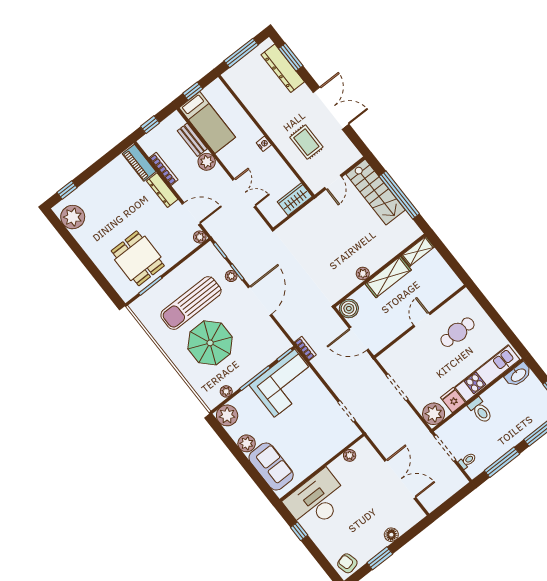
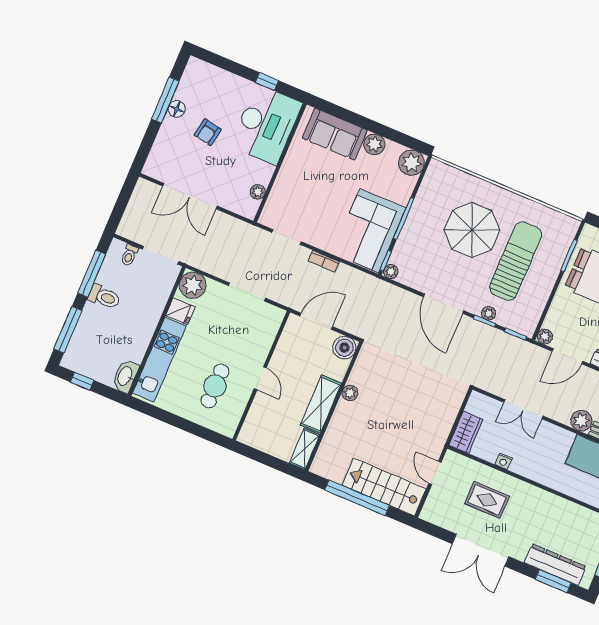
nightstand: (264, 144) -> (504, 461), moved
bookcase: (305, 349) -> (324, 261), moved
plant: (226, 391) -> (391, 272), moved
toilet: (480, 410) -> (104, 297), moved, turned 180
floor lamp: (391, 535) -> (177, 109), moved
window: (380, 558) -> (165, 100), width x1.44
armchair: (347, 563) -> (208, 132), moved, turned 114

